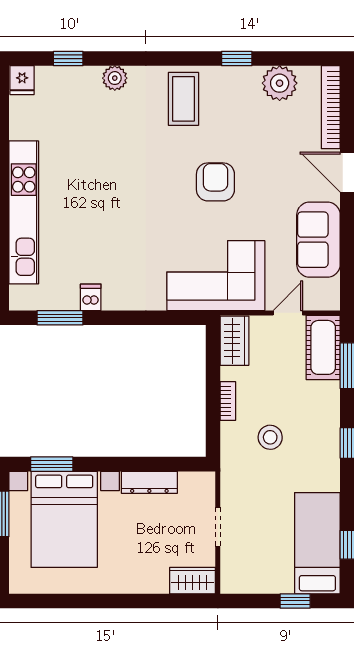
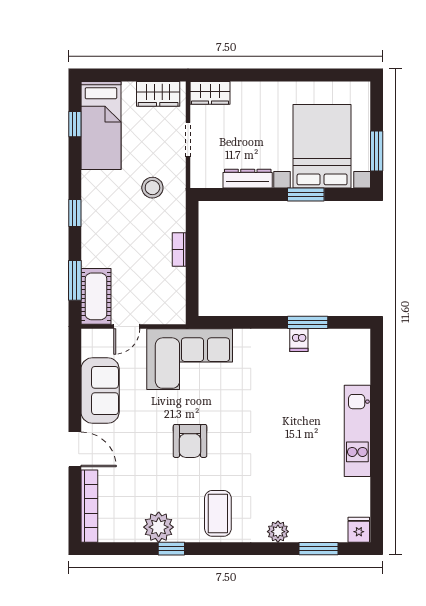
window: (68, 59) -> (319, 549), width x1.50
plant: (280, 83) -> (159, 527), moved
kitchen unit: (24, 212) -> (357, 431), width x0.73
window: (60, 318) -> (308, 322), moved
wardrobe: (234, 341) -> (158, 94), moved, turned -90
stool: (270, 437) -> (152, 188), moved
window: (52, 464) -> (306, 194), moved
window: (295, 601) -> (120, 75), removed

